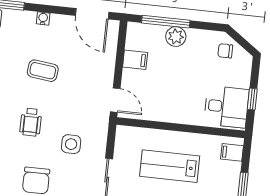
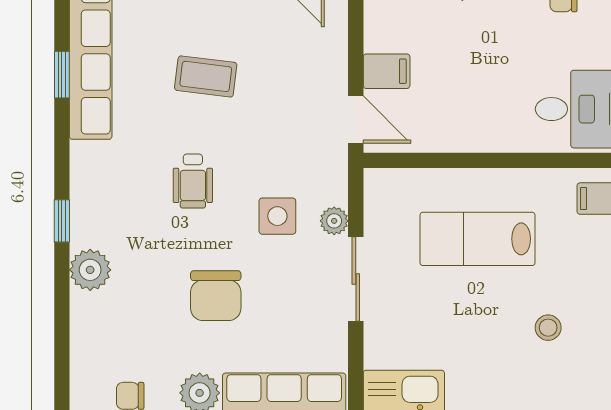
filing cabinet: (135, 60) -> (387, 71), moved
plant: (99, 149) -> (334, 221), added

